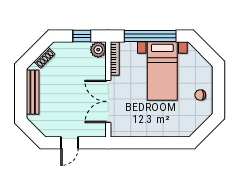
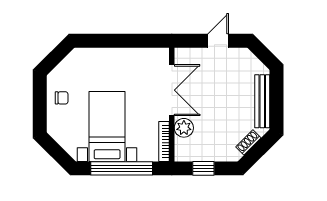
plant: (98, 50) -> (184, 128), moved

